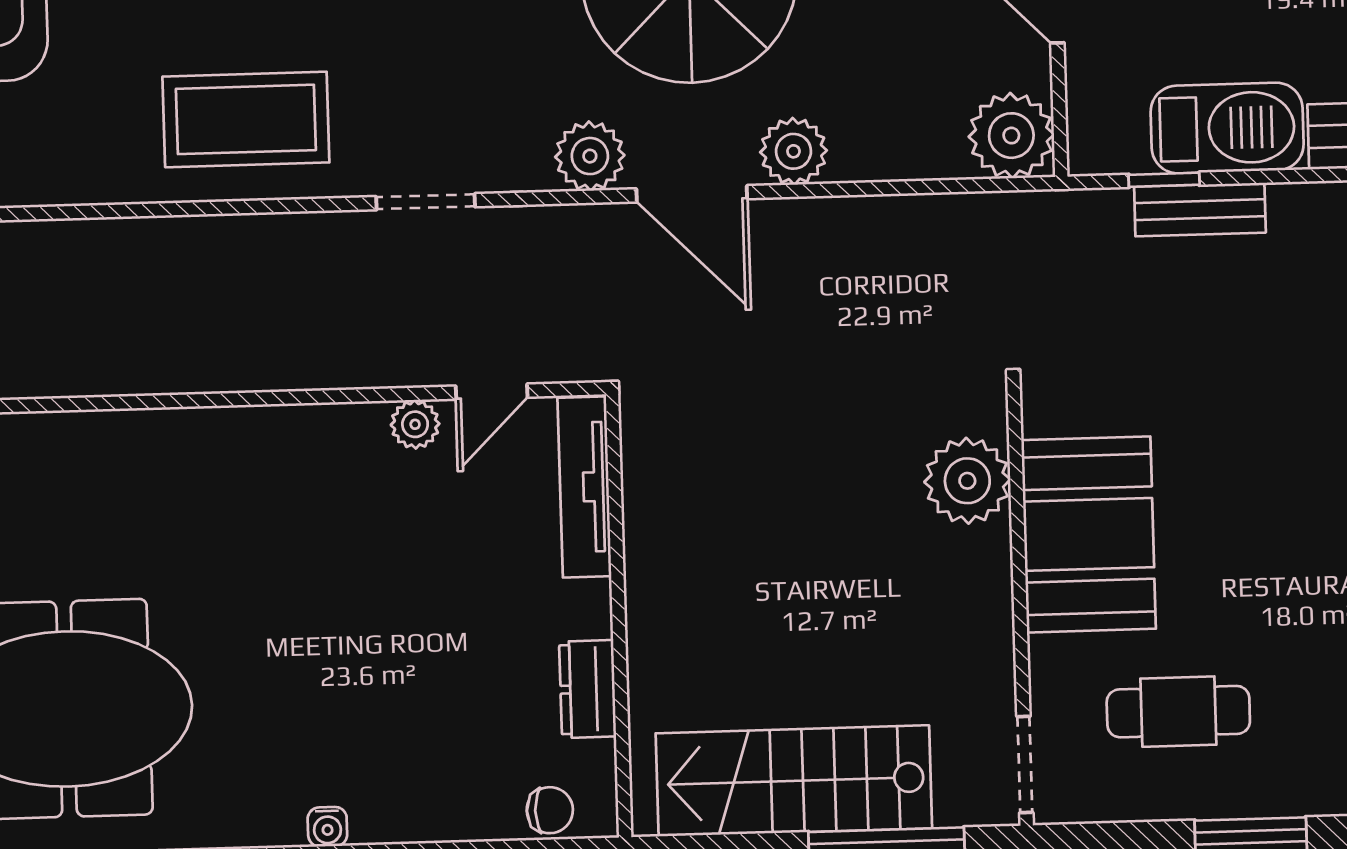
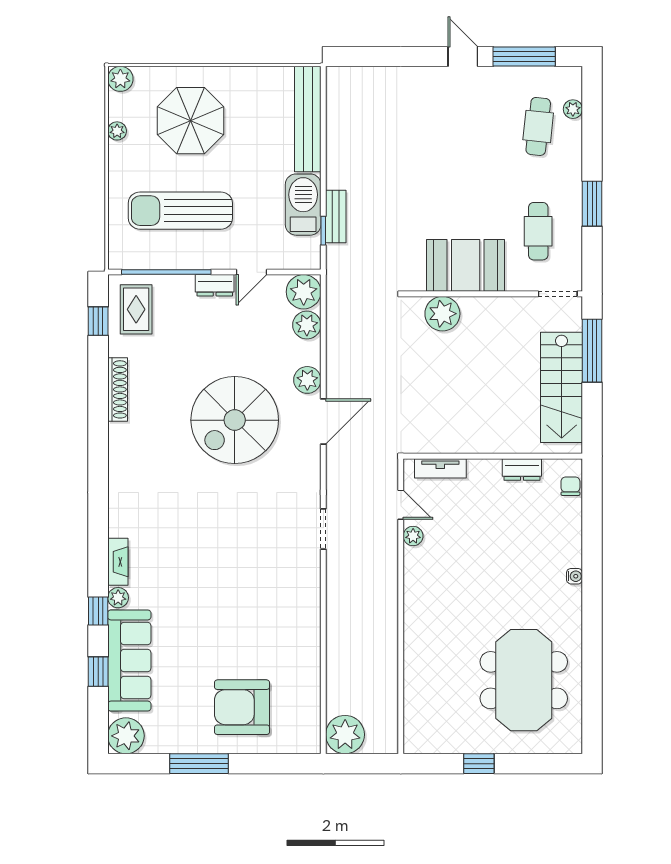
coffee table: (246, 119) -> (288, 601), removed
plant: (590, 156) -> (307, 325), moved
tv unit: (584, 487) -> (440, 468), width x0.71

